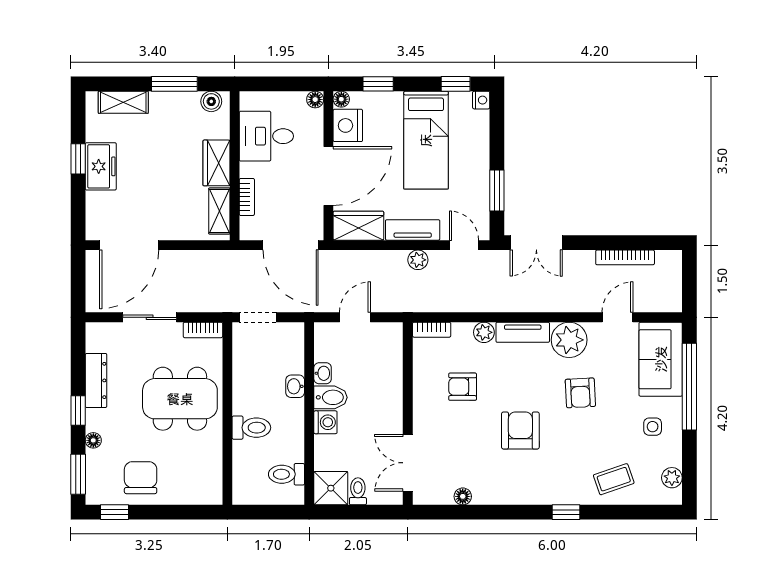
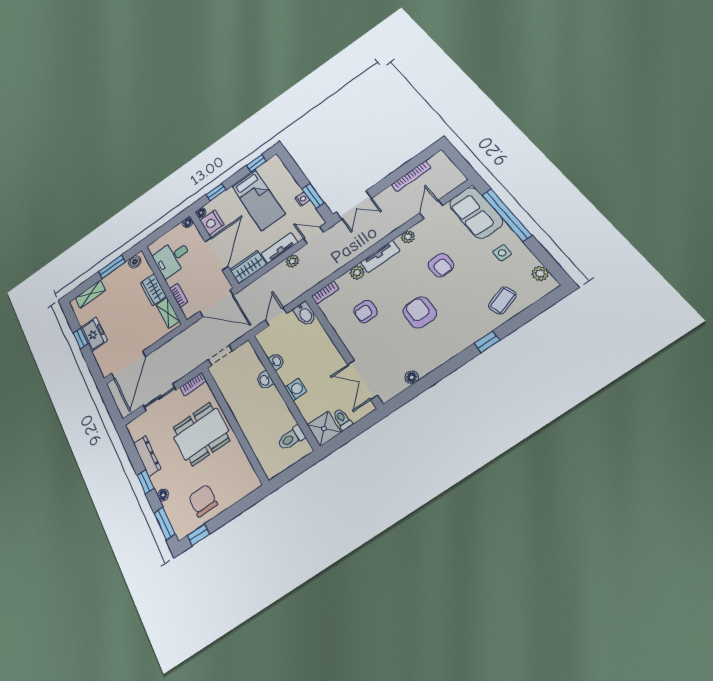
nightstand: (481, 100) -> (302, 199), moved
plant: (569, 340) -> (408, 237), width x0.53, depth x0.53
bidet: (331, 397) -> (305, 314), moved, turned 90
toilet: (251, 428) -> (253, 423), removed

